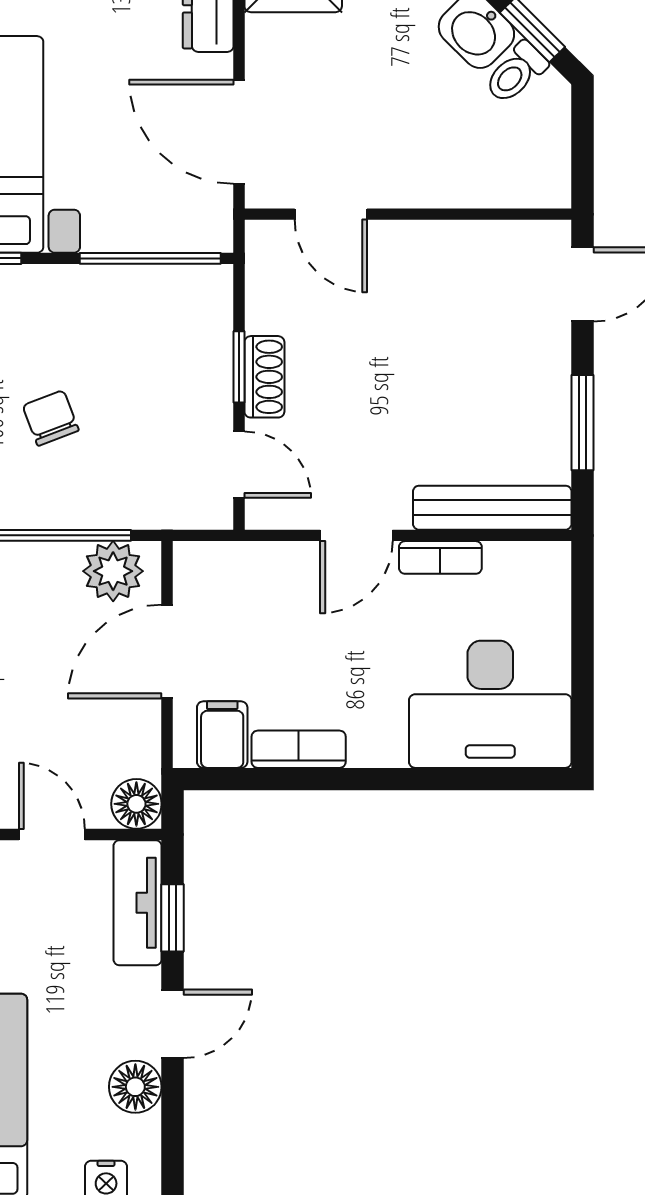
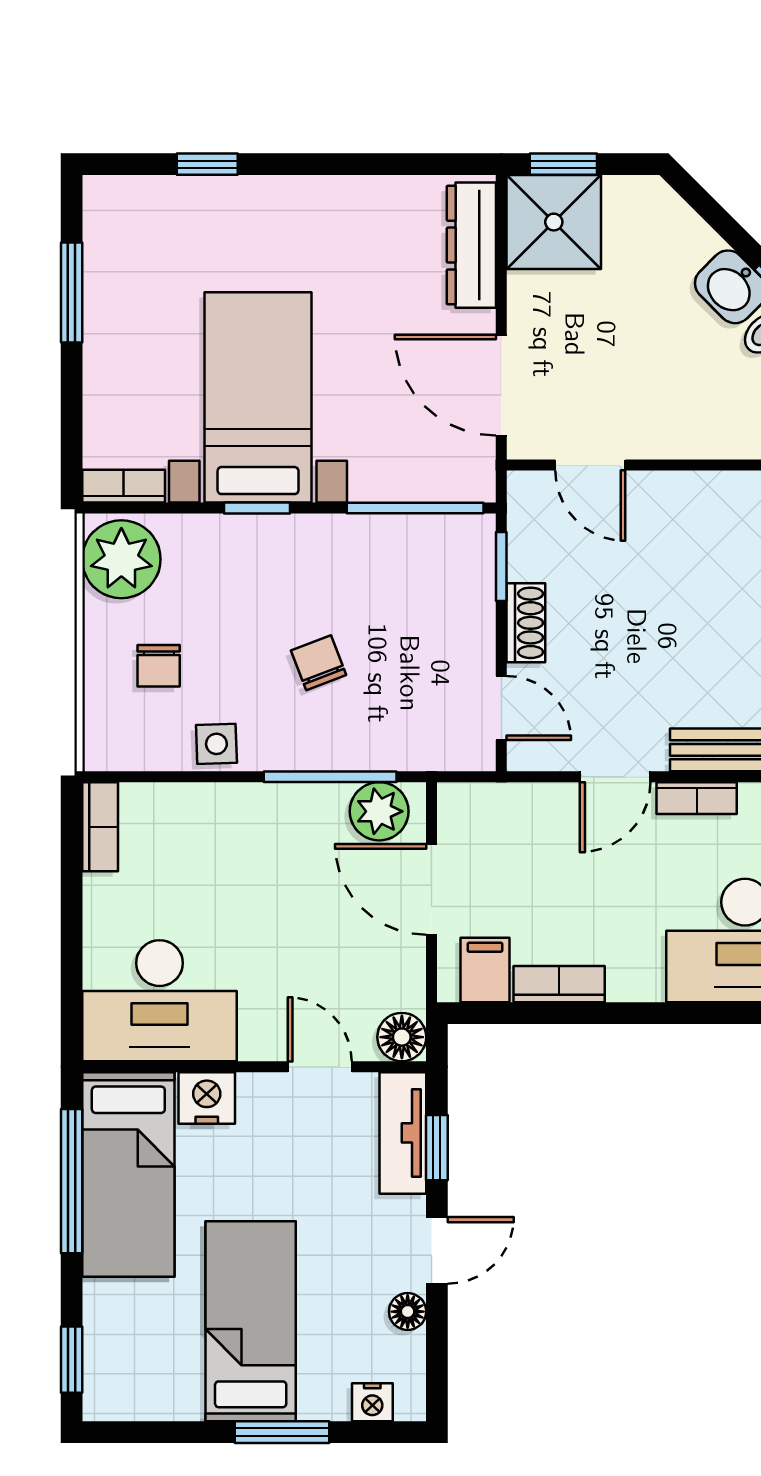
window: (239, 367) -> (501, 567), moved
door: (167, 652) -> (431, 889), hinge flipped
floor lamp: (135, 1087) -> (408, 1312), width x0.73, depth x0.73

